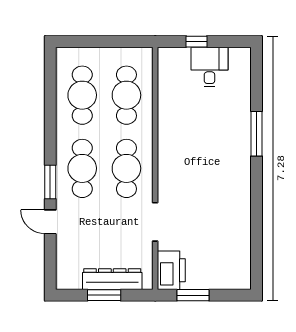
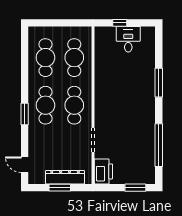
door: (50, 222) -> (25, 165), moved
window: (256, 230) -> (159, 145), added
window: (193, 295) -> (135, 188), moved

